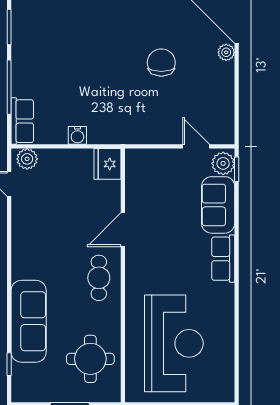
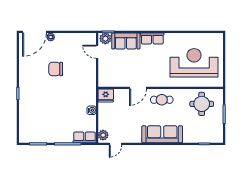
door: (196, 146) -> (97, 52), hinge flipped
door: (123, 230) -> (138, 88), hinge flipped
sofa: (29, 321) -> (162, 134), moved

